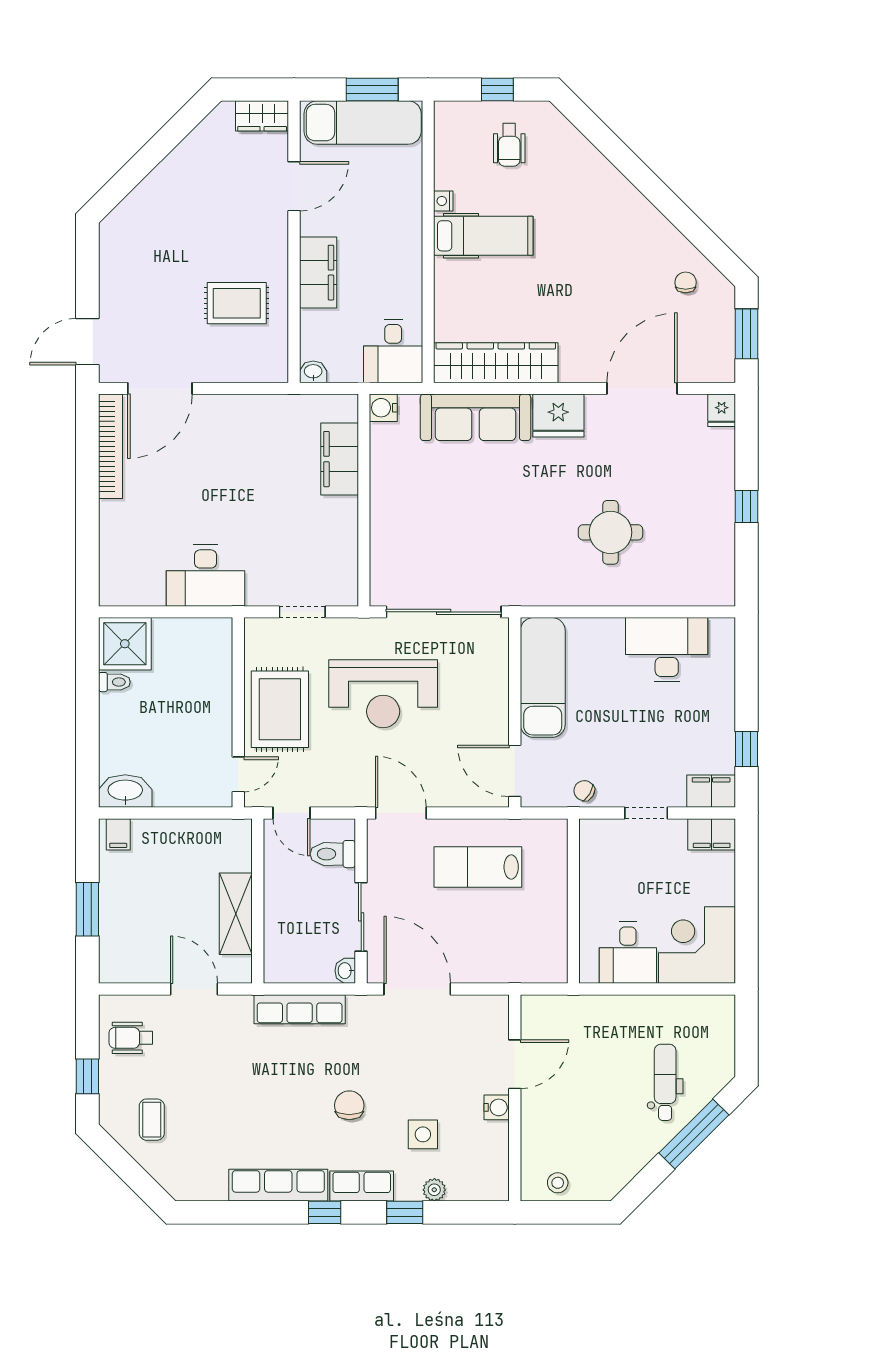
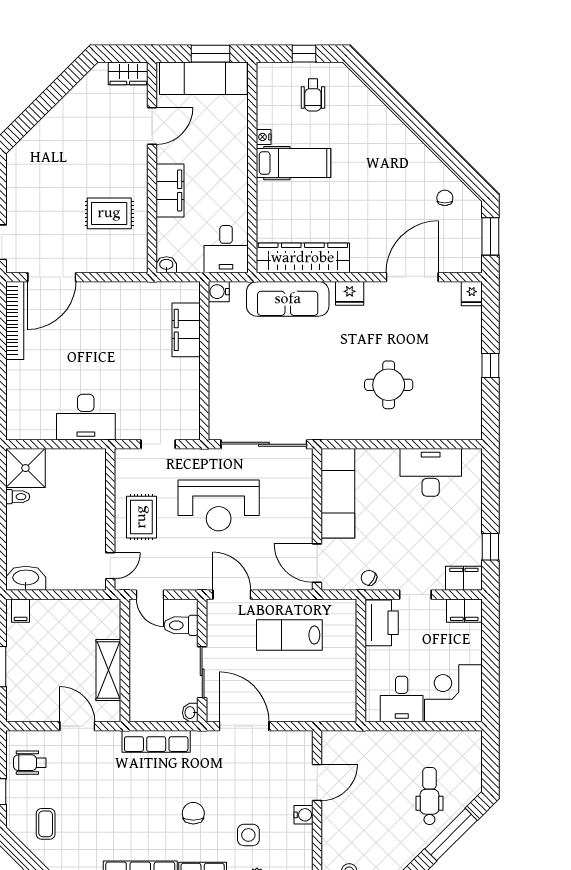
fridge: (558, 416) -> (350, 293), width x0.73, depth x0.75
rug: (280, 709) -> (141, 517), width x0.73, depth x0.70
printer: (601, 851) -> (382, 623), added

